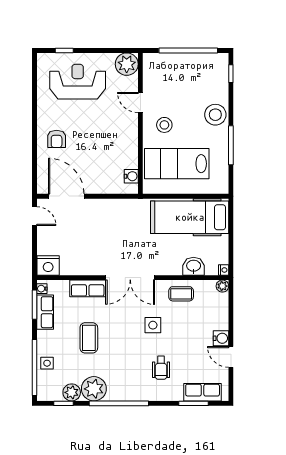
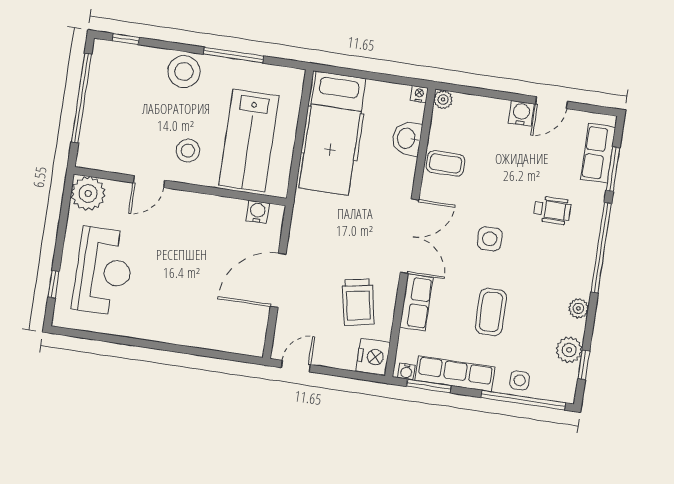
reception desk: (78, 82) -> (103, 271), turned 180
armchair: (57, 139) -> (185, 316), removed
door: (66, 196) -> (278, 280), moved
trolley: (82, 250) -> (358, 302), added
coffee table: (181, 294) -> (446, 163), turned 90
row of seats: (45, 312) -> (455, 374), width x1.48
side table: (153, 325) -> (490, 239), moved
coffee table: (89, 338) -> (491, 312), turned 90
plant: (94, 389) -> (578, 308), width x0.53, depth x0.53
window: (119, 403) -> (601, 248), moved

